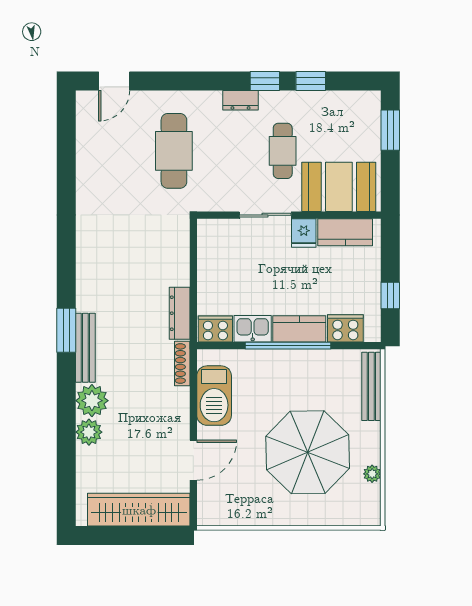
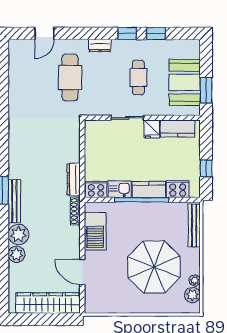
door: (114, 81) -> (44, 34), moved
dresser: (241, 100) -> (100, 46), moved
window: (390, 130) -> (206, 90), moved
booth: (339, 187) -> (185, 82), moved, turned 90
door: (193, 460) -> (82, 272), swing flipped
plant: (369, 497) -> (192, 295), added

